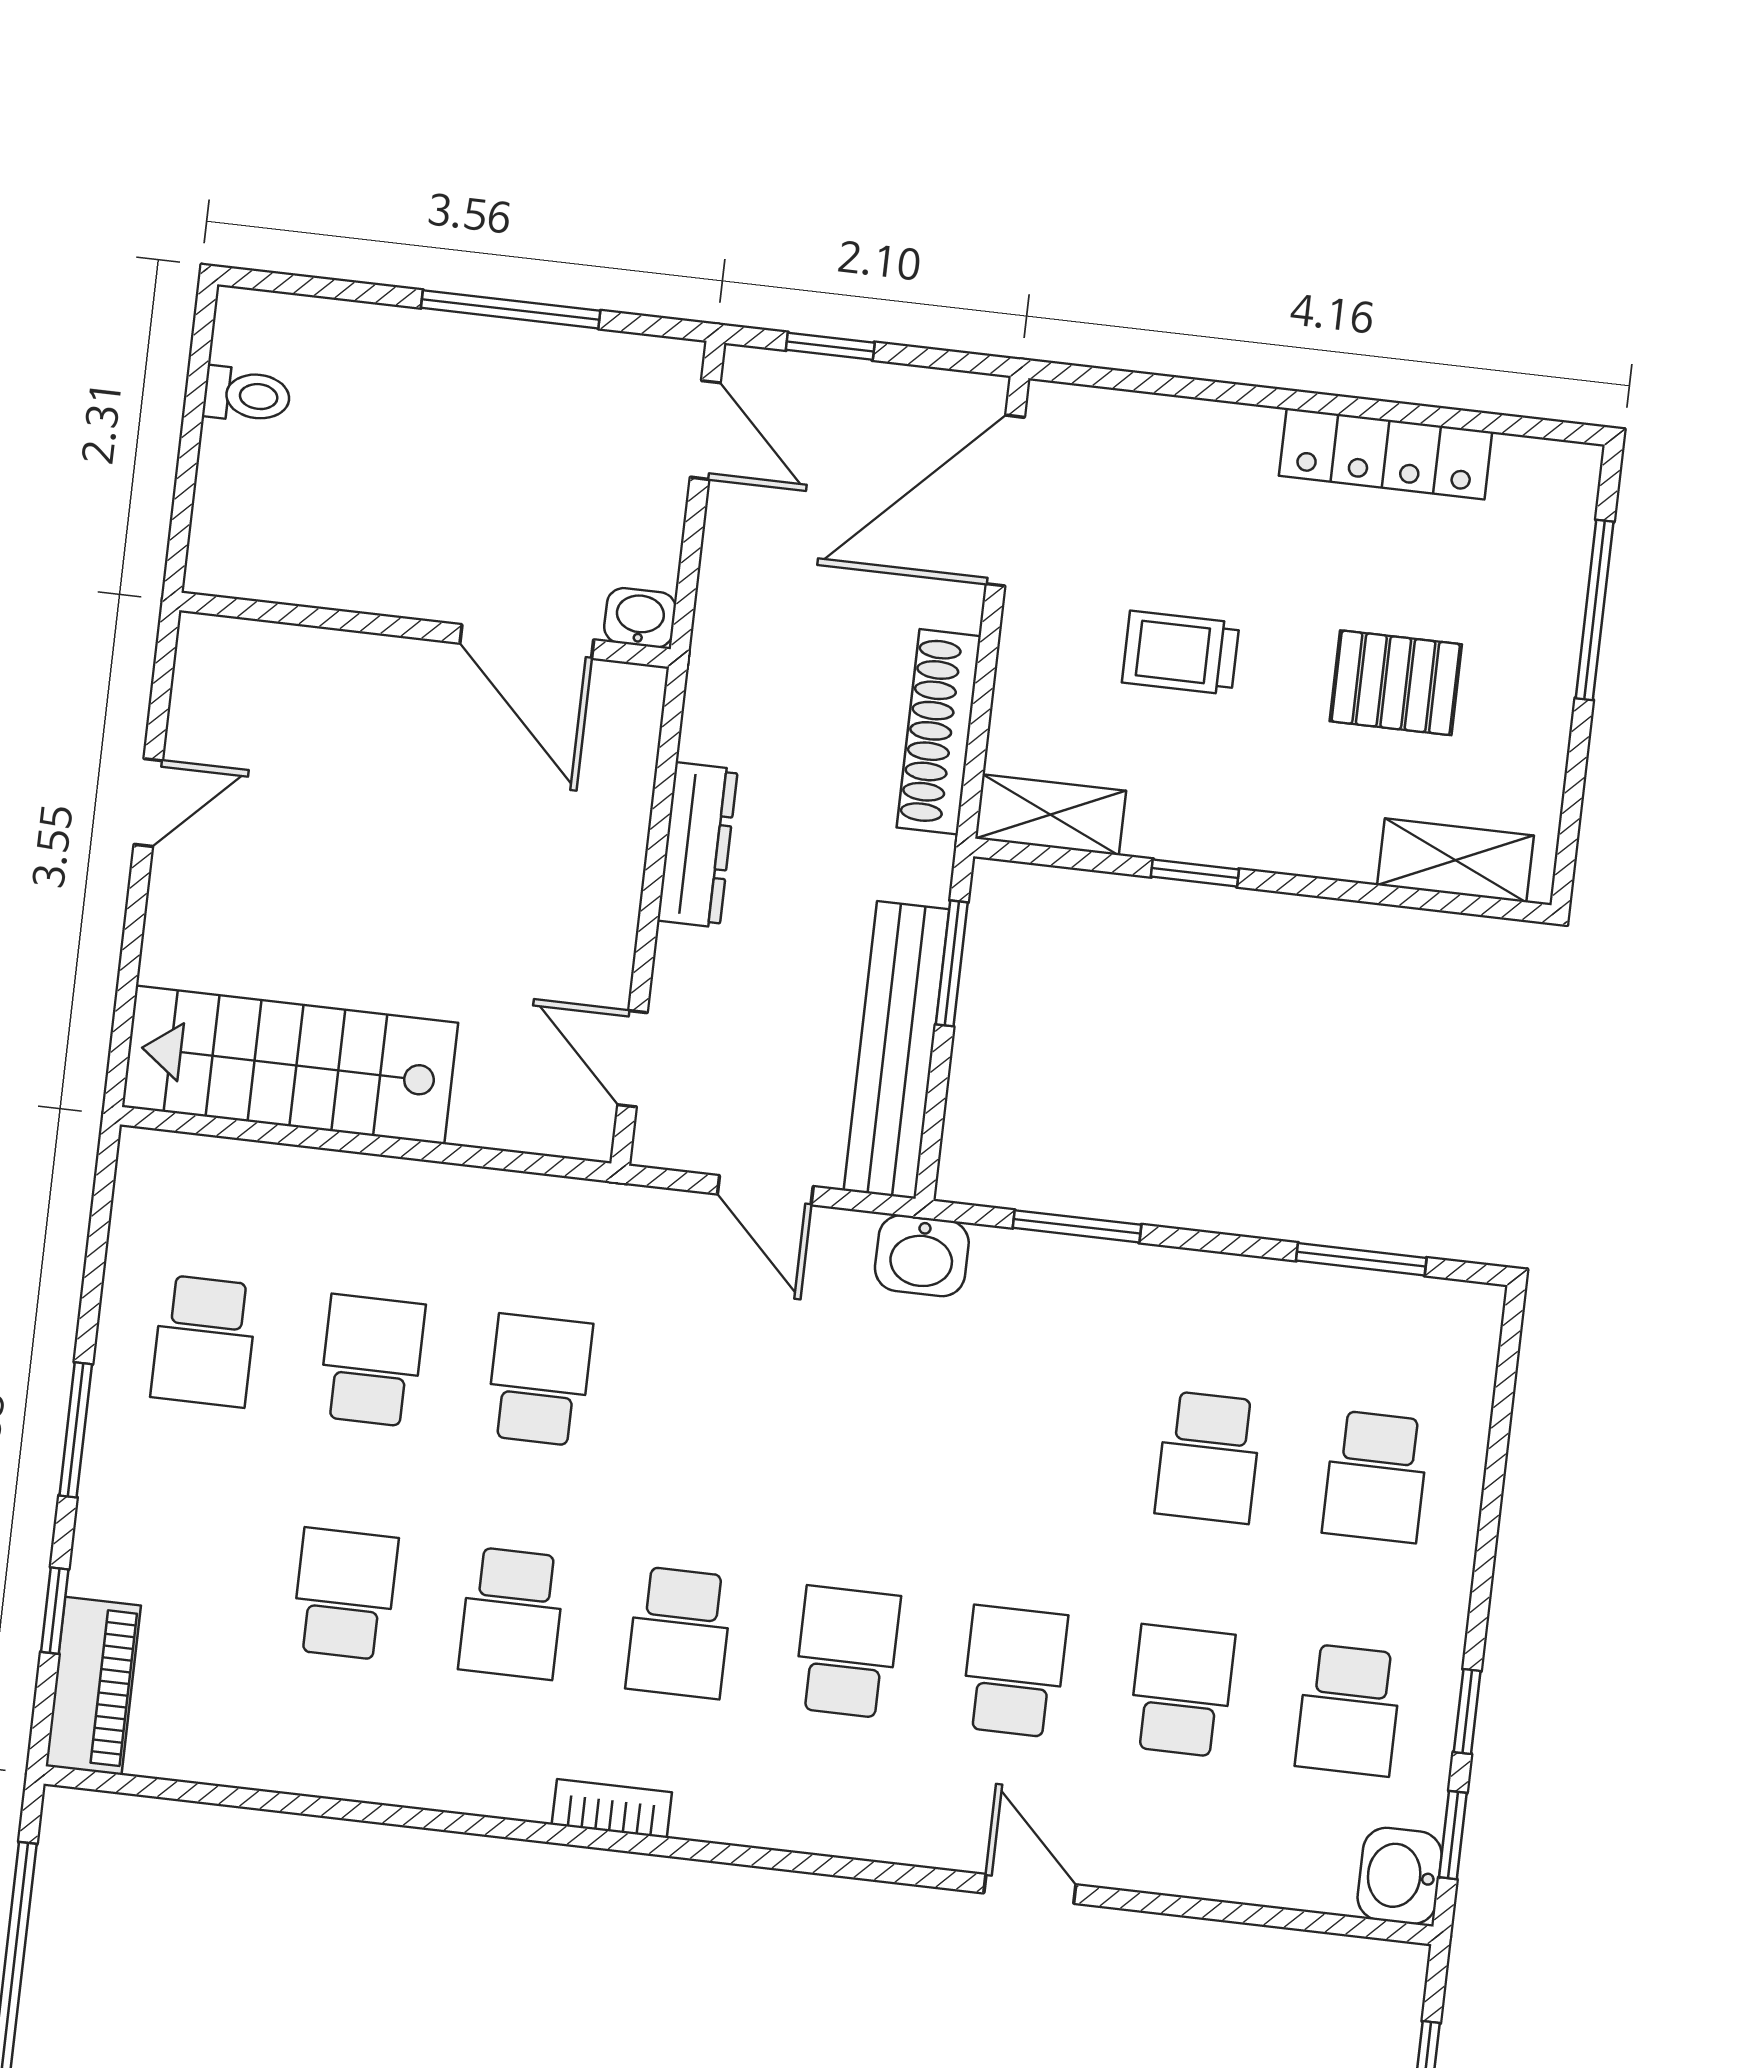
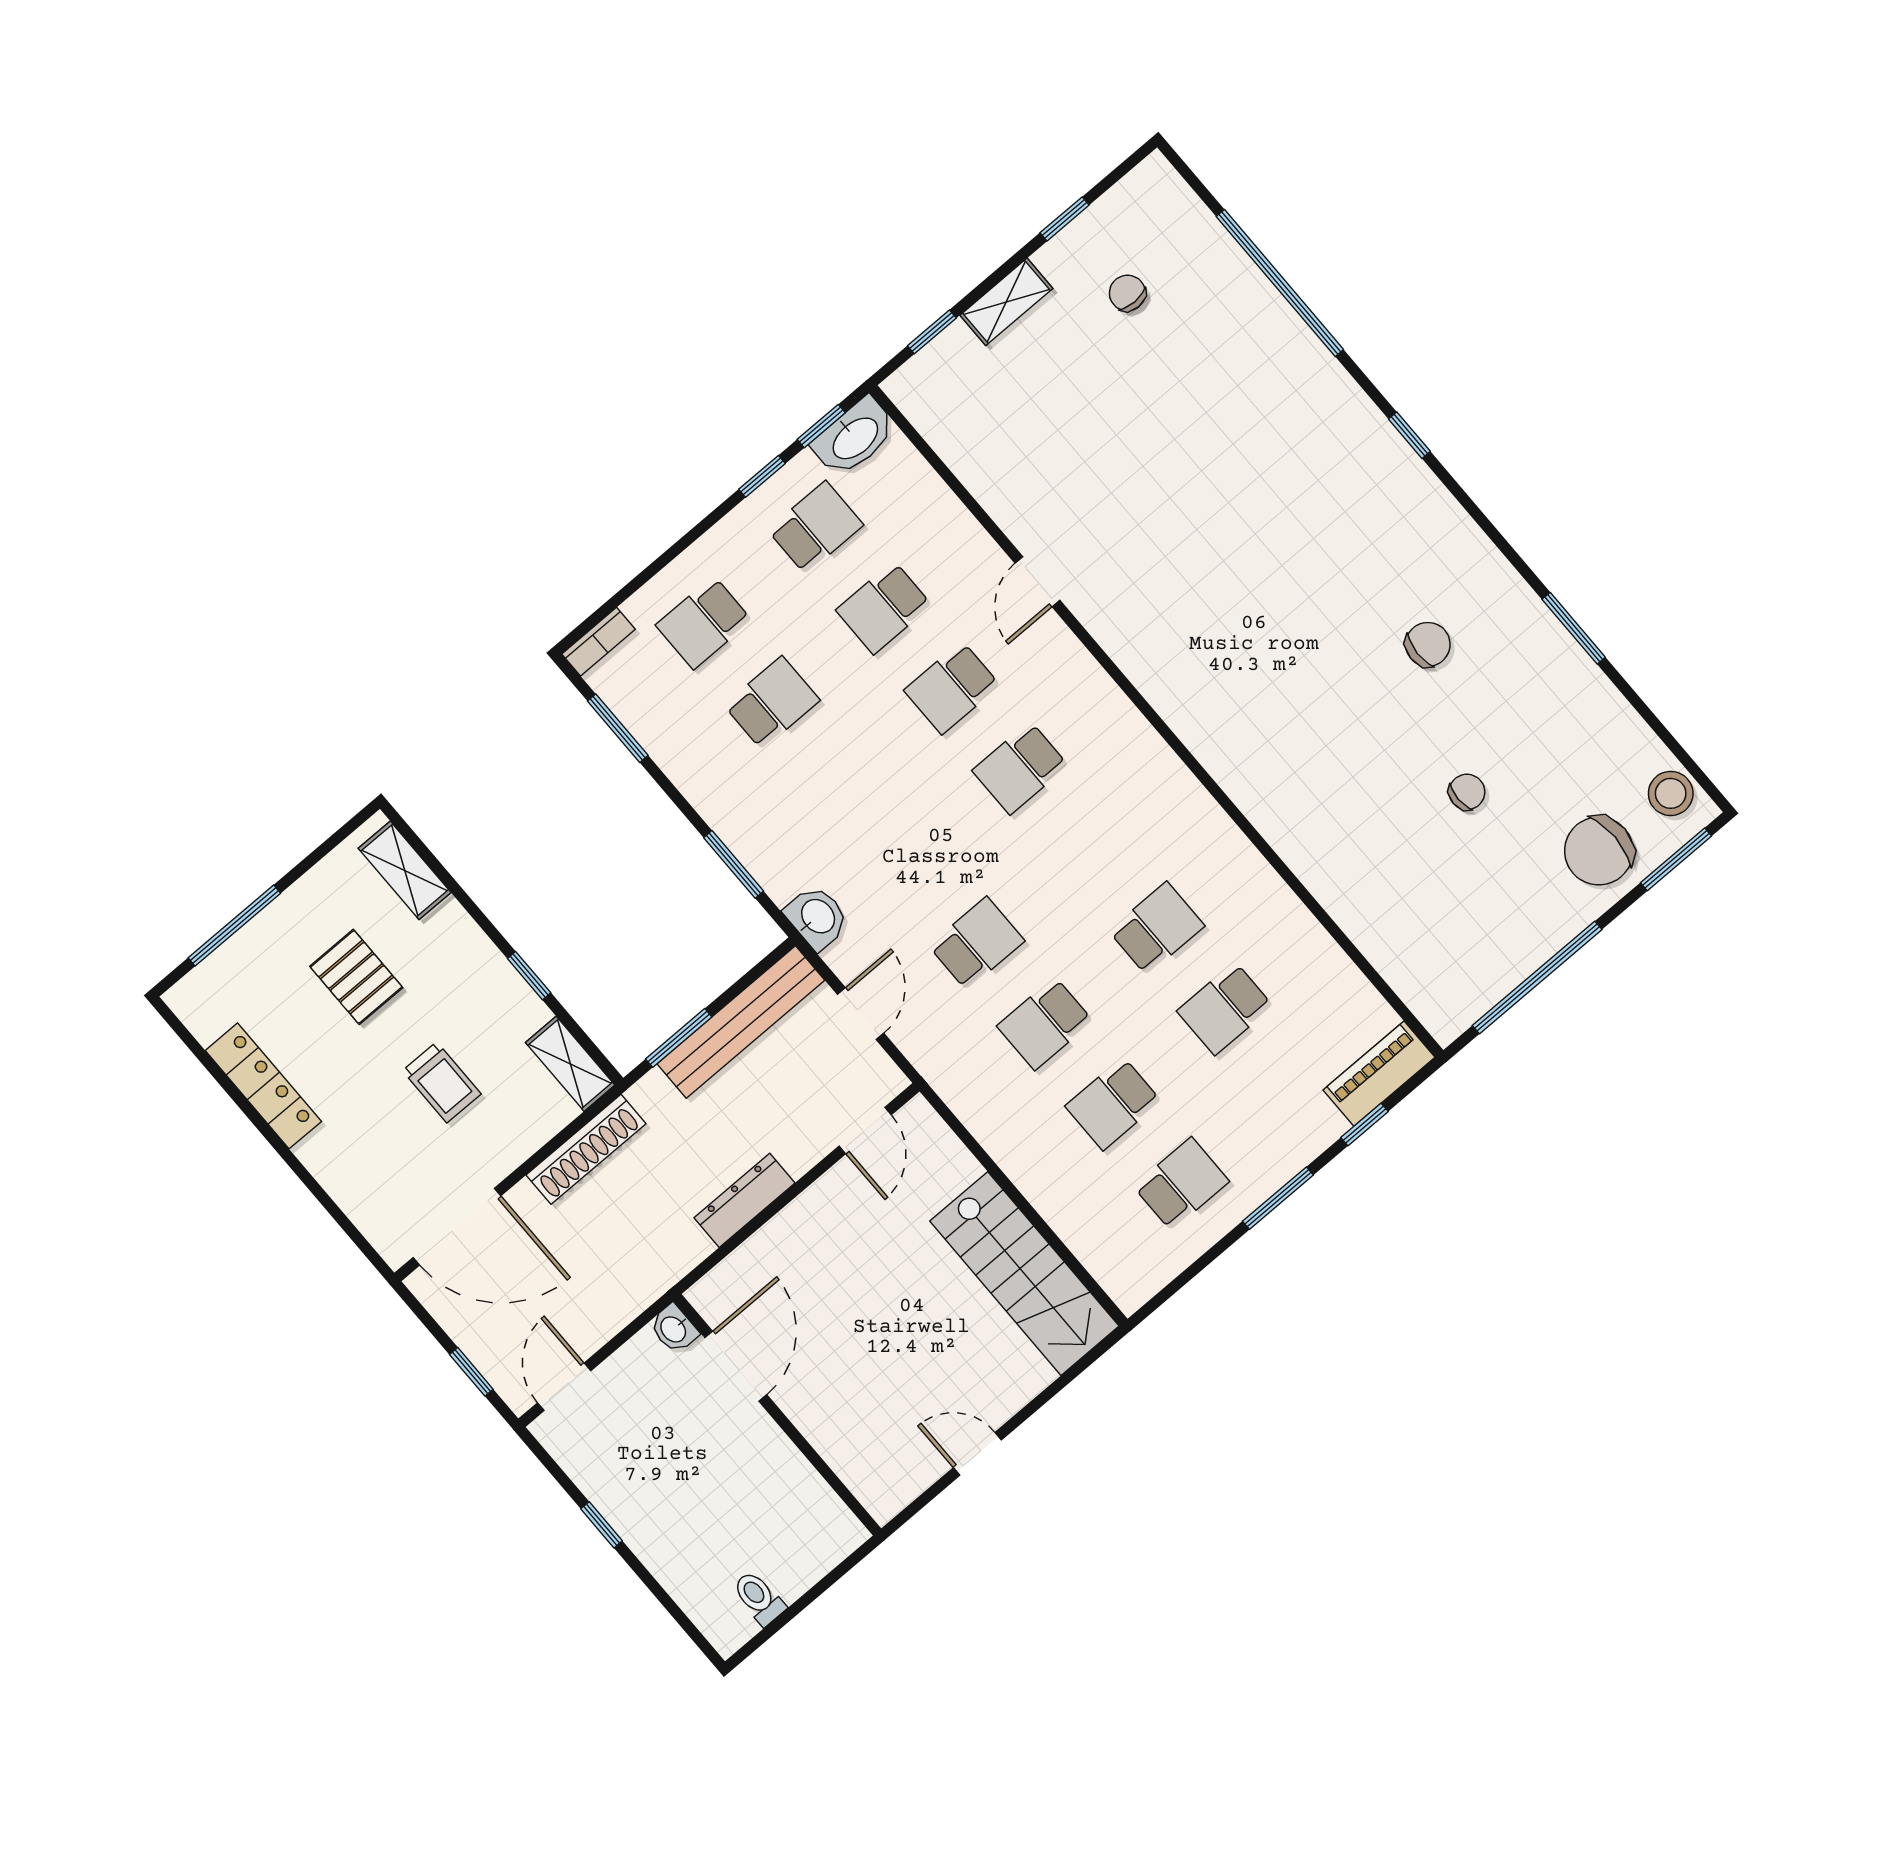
window: (511, 309) -> (602, 1525), width x0.46
school desk: (1376, 1477) -> (704, 623), turned 180
school desk: (679, 1633) -> (977, 943), moved
bookcase: (612, 1808) -> (599, 642), moved, turned -90
washbasin: (1400, 1876) -> (854, 437), width x1.38

